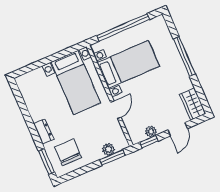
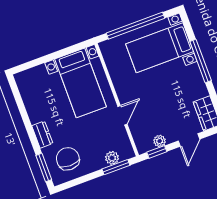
bed with nightstands: (128, 64) -> (160, 48), moved, turned 180

